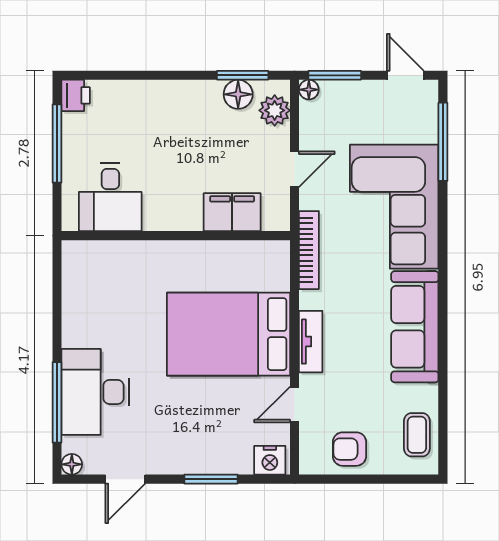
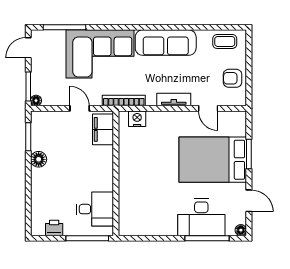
floor lamp: (238, 94) -> (39, 159), moved
printer: (76, 95) -> (54, 228), moved
plant: (275, 110) -> (47, 119), removed
window: (57, 144) -> (87, 238), moved
filing cabinet: (232, 212) -> (103, 129), moved
bed: (228, 334) -> (213, 160), moved, turned 90
armchair: (349, 449) -> (233, 78), turned 90
nightstand: (270, 460) -> (137, 119), moved, turned -90

